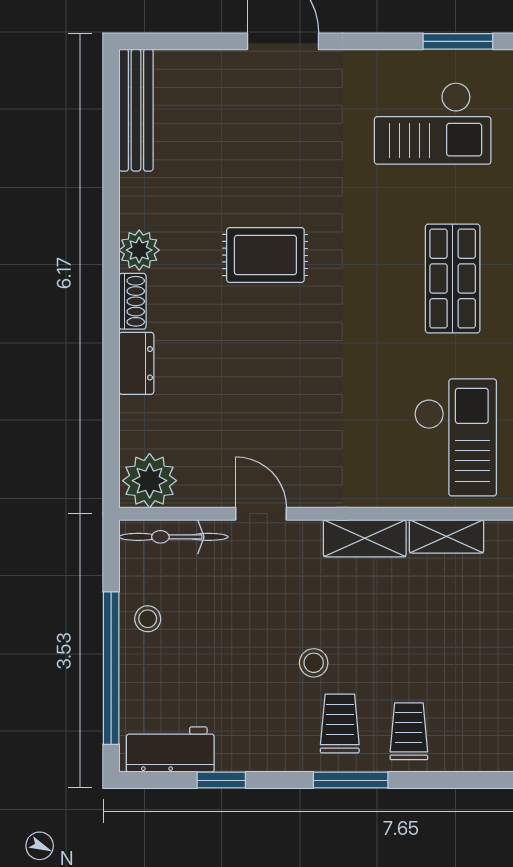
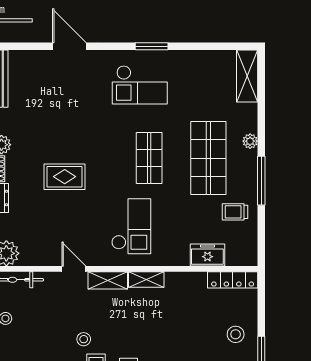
rug: (265, 255) -> (65, 177), moved
checkout: (455, 437) -> (131, 226), moved
door: (261, 514) -> (74, 269), moved

